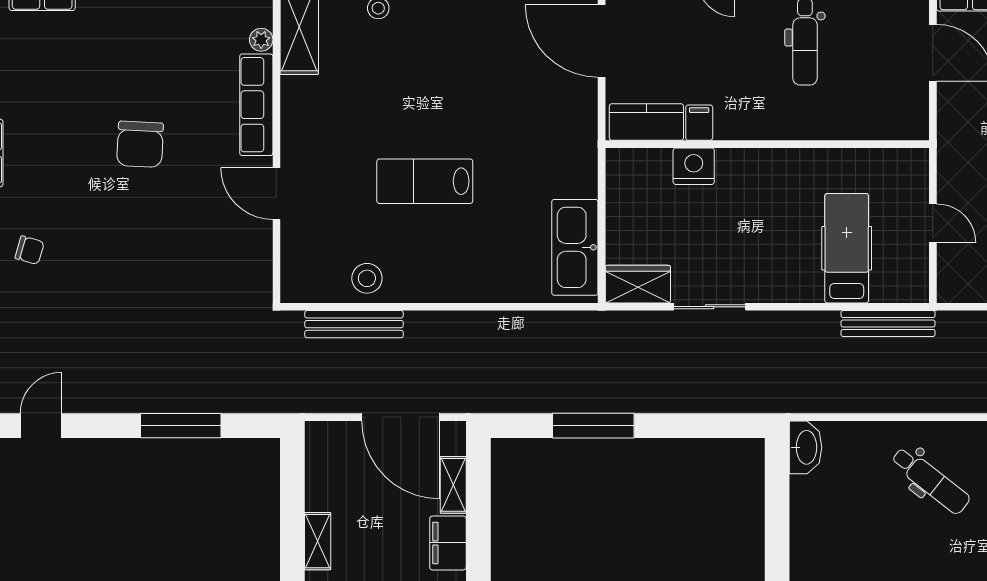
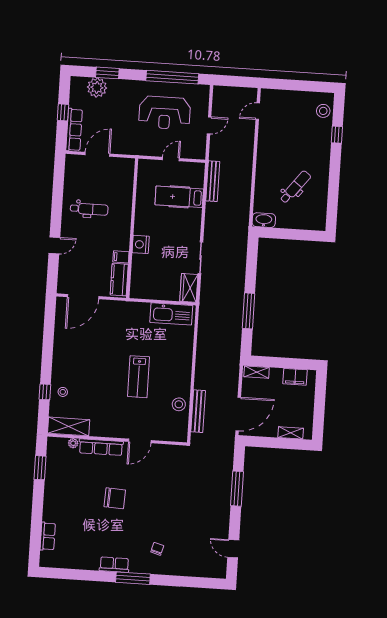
nightstand: (694, 166) -> (141, 244), moved
door: (401, 417) -> (238, 414), moved
dental chair: (931, 480) -> (295, 187), moved
shelving: (453, 485) -> (257, 372), moved

